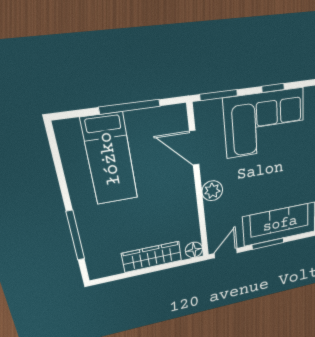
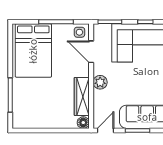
side table: (172, 119) -> (79, 32), added
bed: (110, 159) -> (33, 51), width x1.50
wardrobe: (152, 257) -> (82, 96), moved, turned -90

